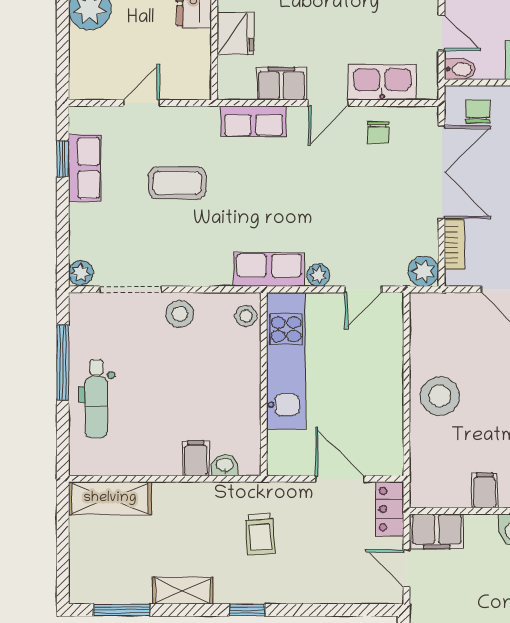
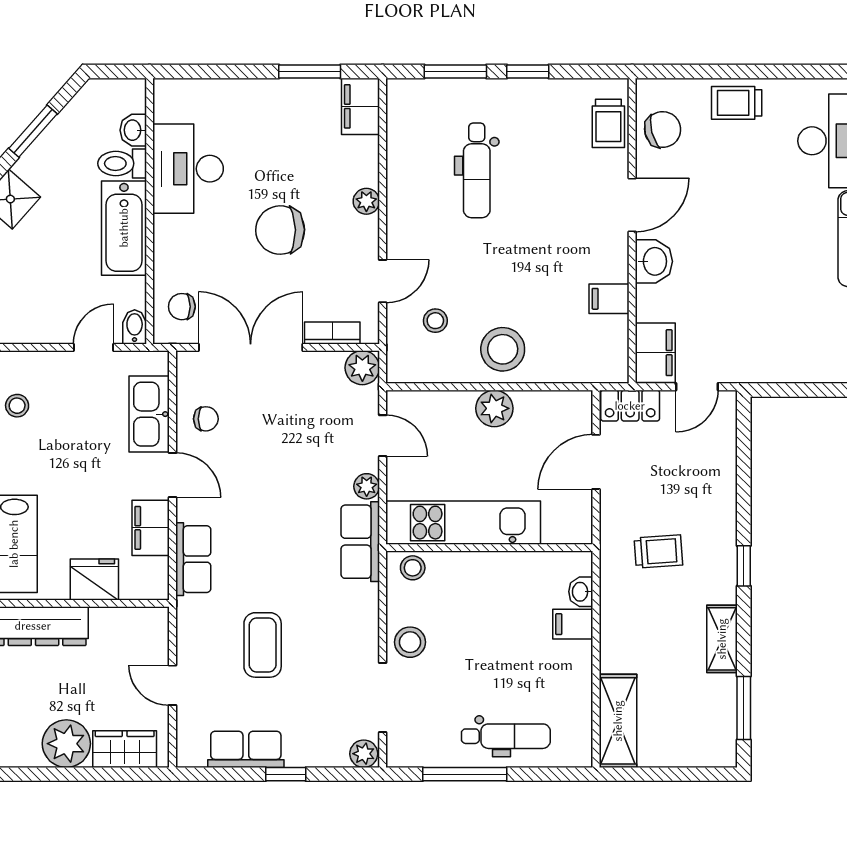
wardrobe: (85, 60) -> (125, 749), added
window: (63, 159) -> (286, 774), moved
stool: (465, 336) -> (435, 321), added
plant: (387, 389) -> (494, 408), added

